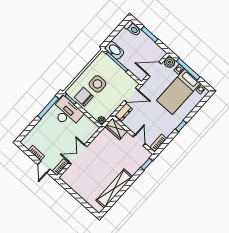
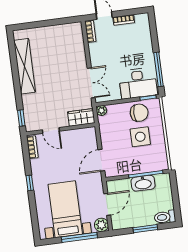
washbasin: (114, 50) -> (143, 183), moved
dresser: (124, 112) -> (91, 139), removed
double door: (78, 154) -> (91, 83), moved

